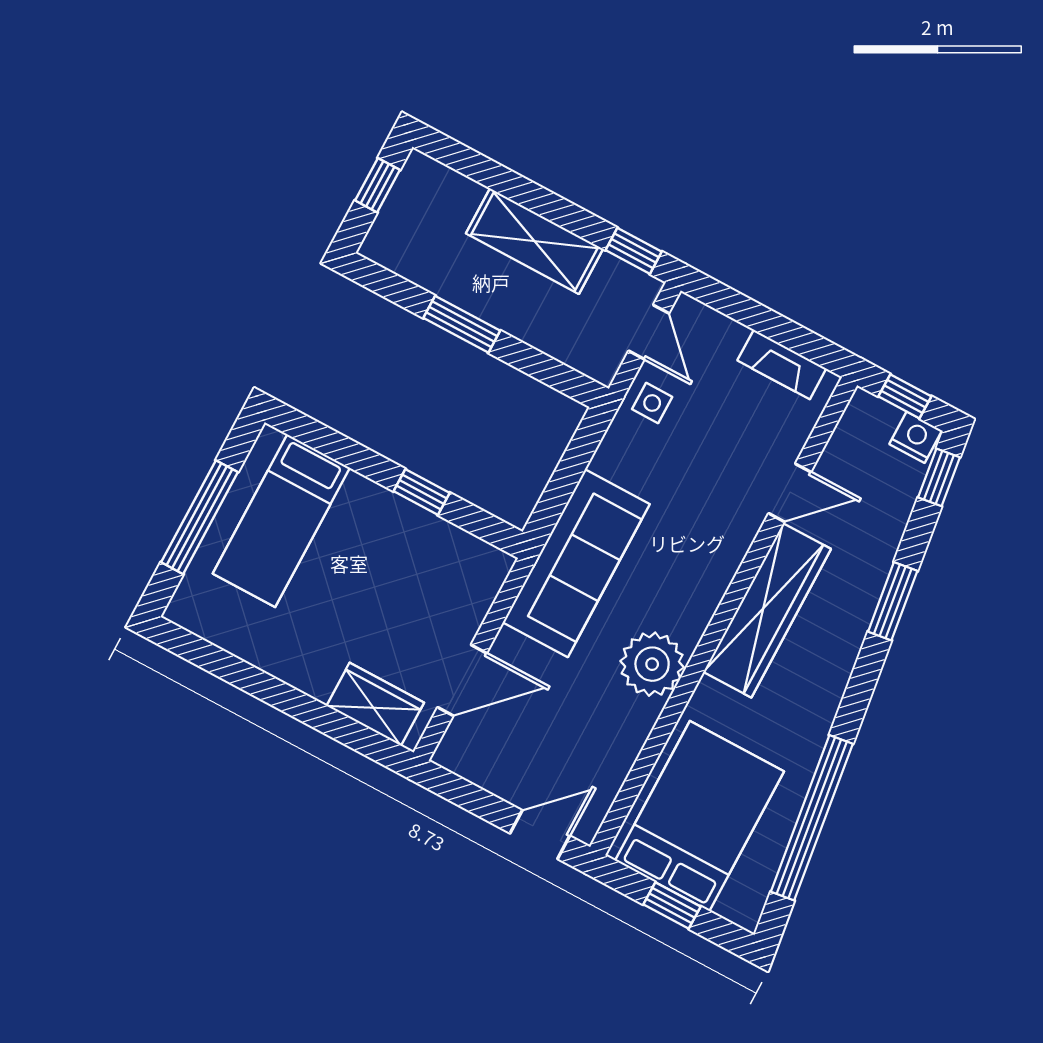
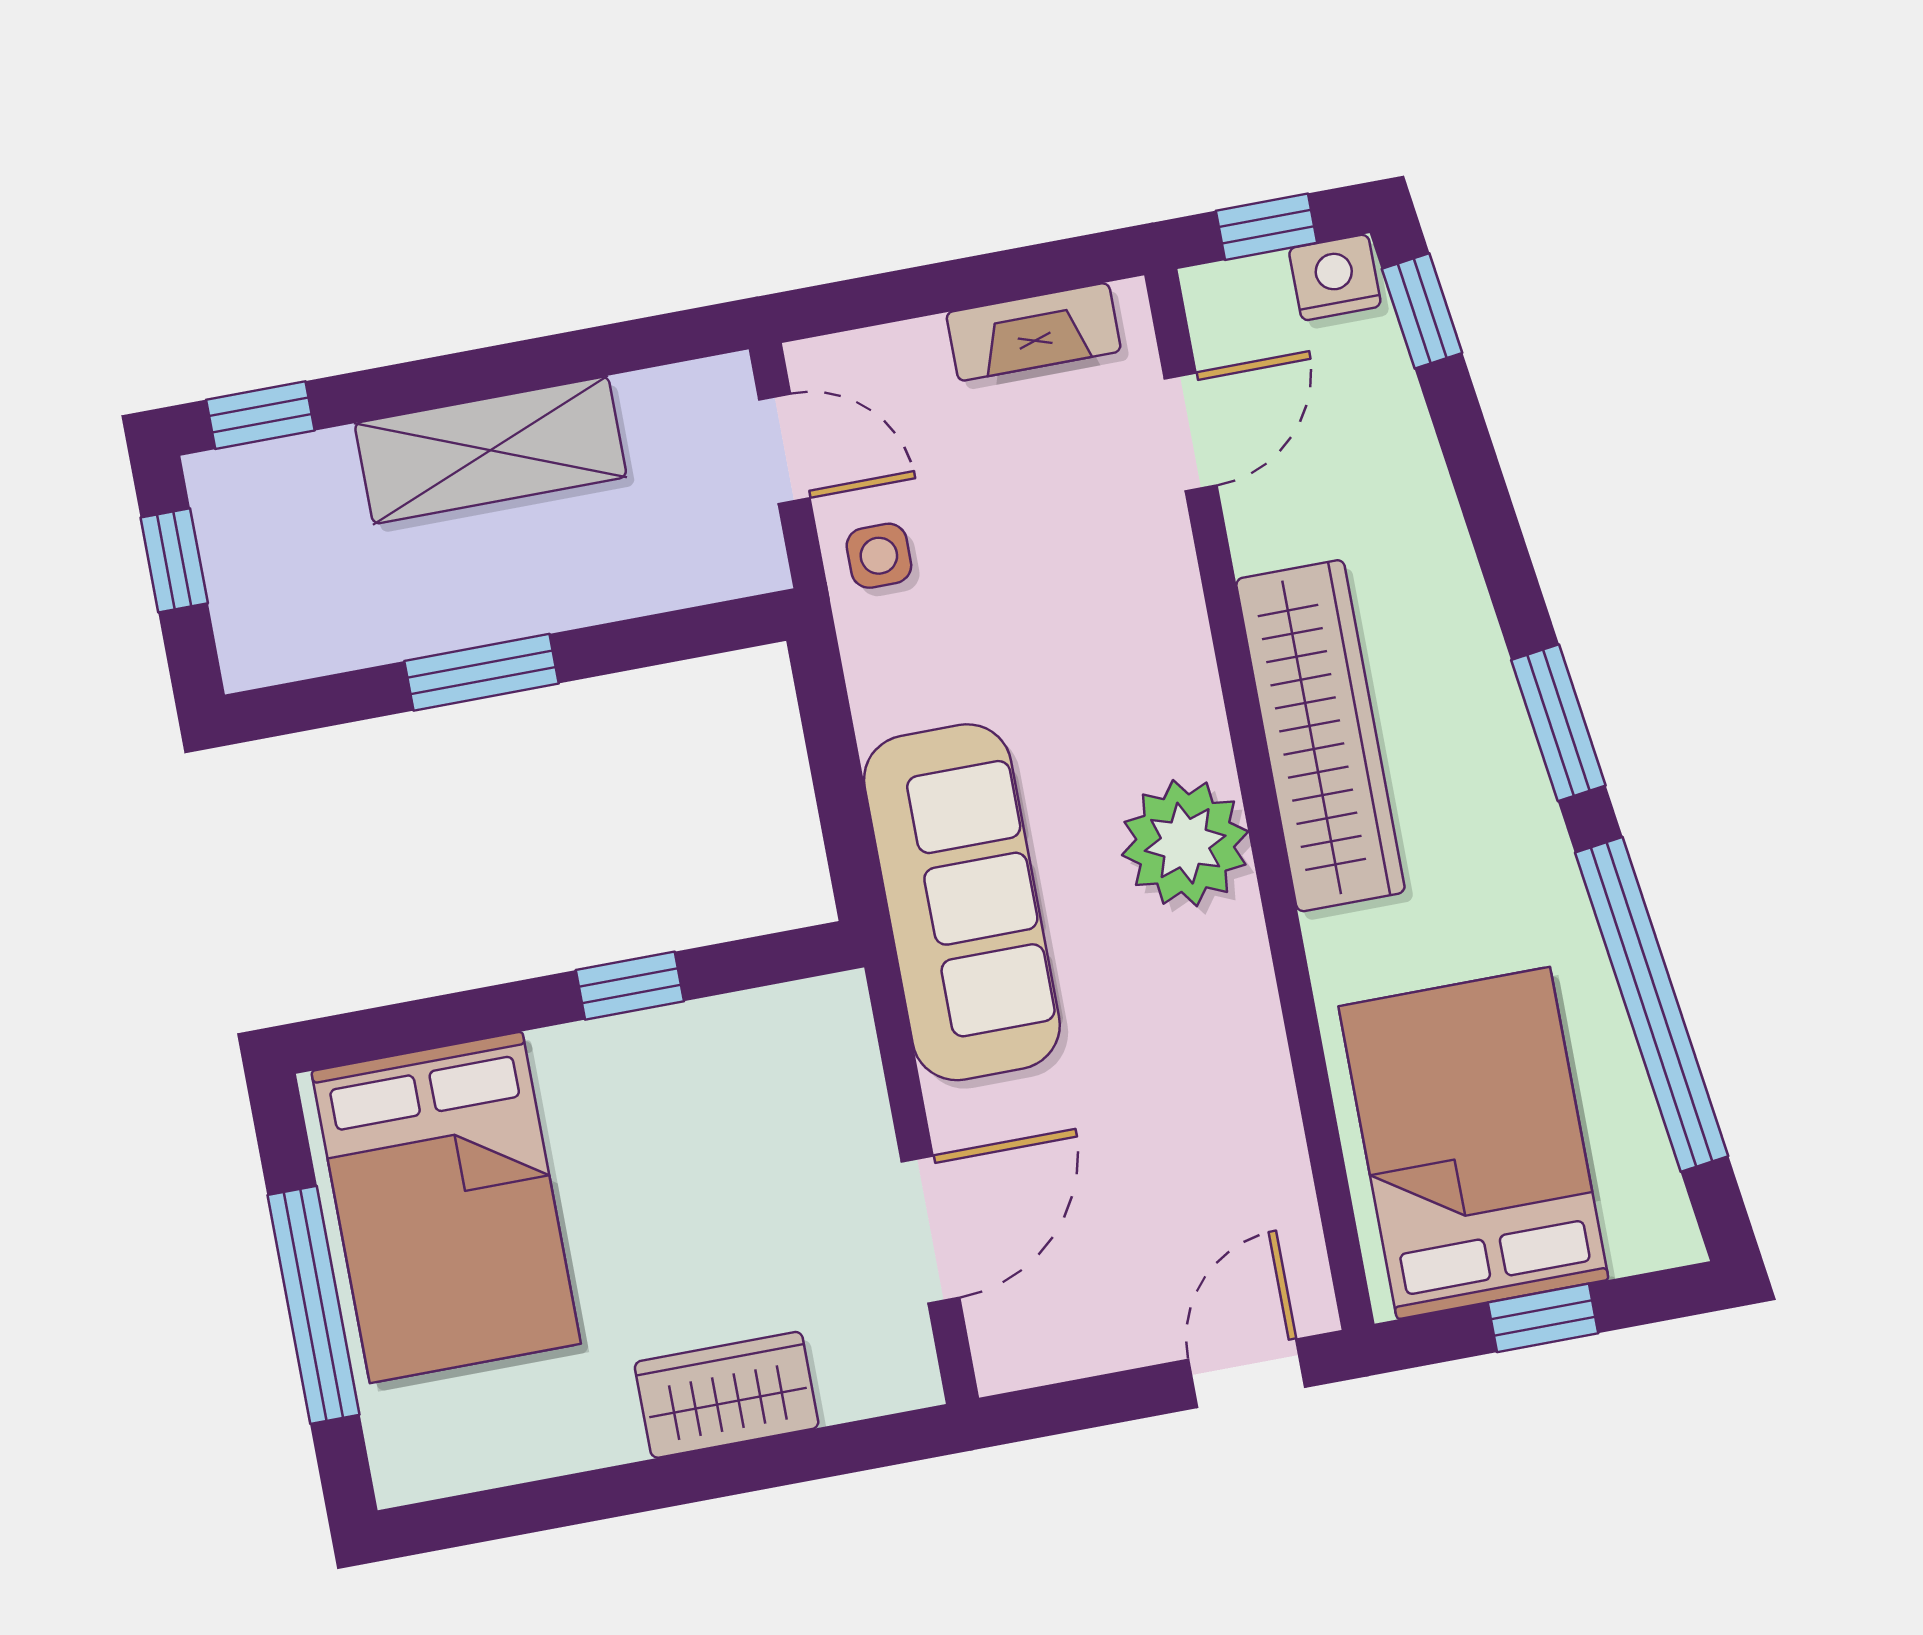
window: (634, 251) -> (260, 415), moved
door: (790, 493) -> (1191, 432), moved
bed: (281, 521) -> (446, 1207), width x1.50
window: (893, 601) -> (1558, 723), moved
plant: (652, 664) -> (1185, 843), moved
wardrobe: (375, 704) -> (727, 1395), moved

